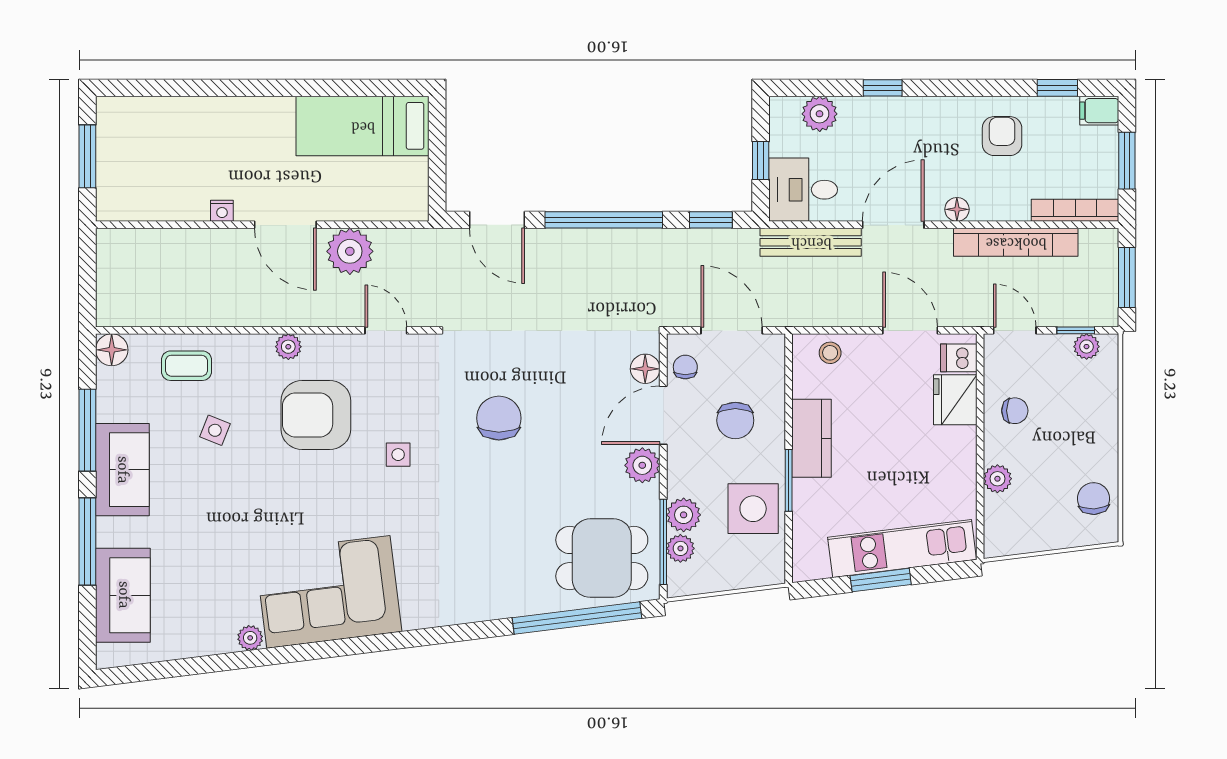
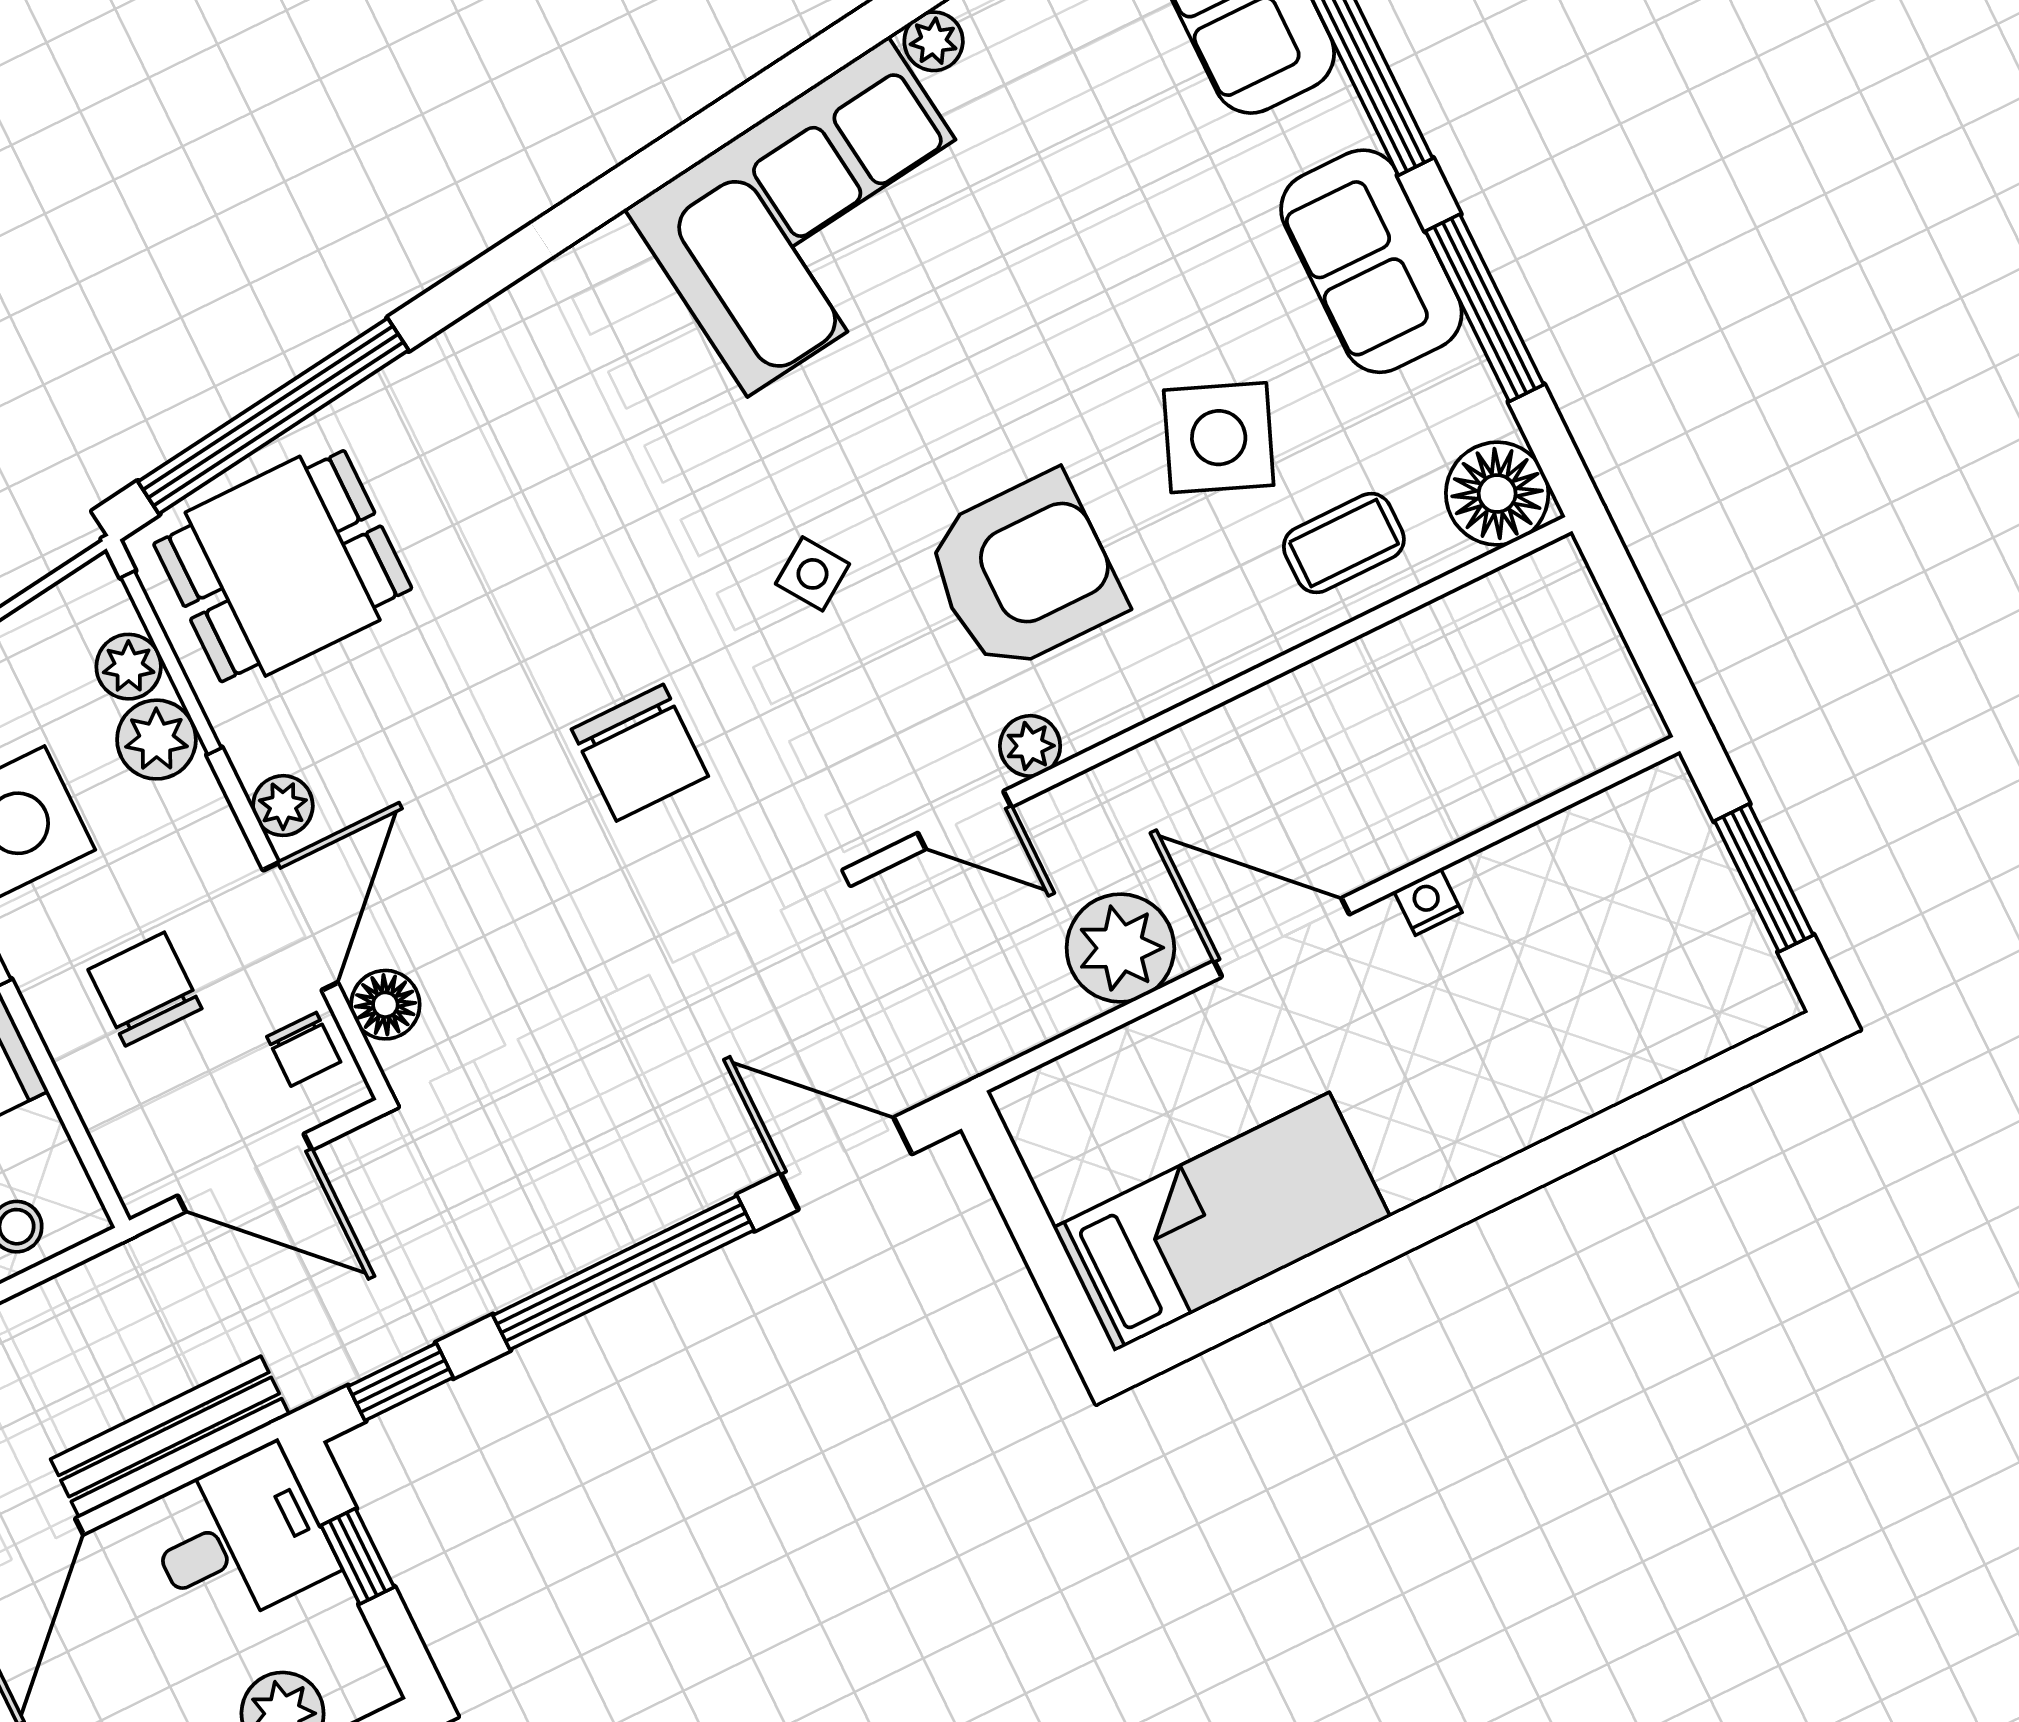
plant: (288, 347) -> (1030, 746), moved
floor lamp: (112, 350) -> (1497, 494), width x1.38, depth x1.38
side table: (215, 430) -> (1219, 438), width x1.87, depth x1.87
side table: (398, 455) -> (813, 574), turned -34
plant: (642, 465) -> (283, 806), width x0.73, depth x0.73

